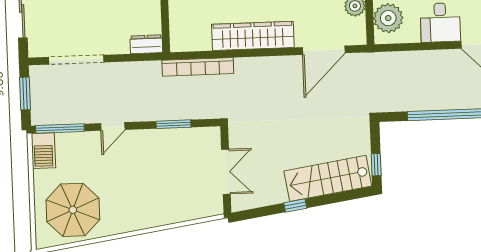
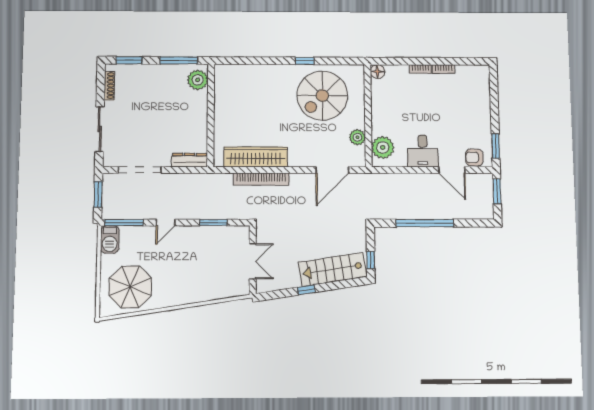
wardrobe: (253, 36) -> (256, 157), moved
dresser: (146, 44) -> (189, 160), width x1.44
bookcase: (198, 67) -> (261, 179), moved

